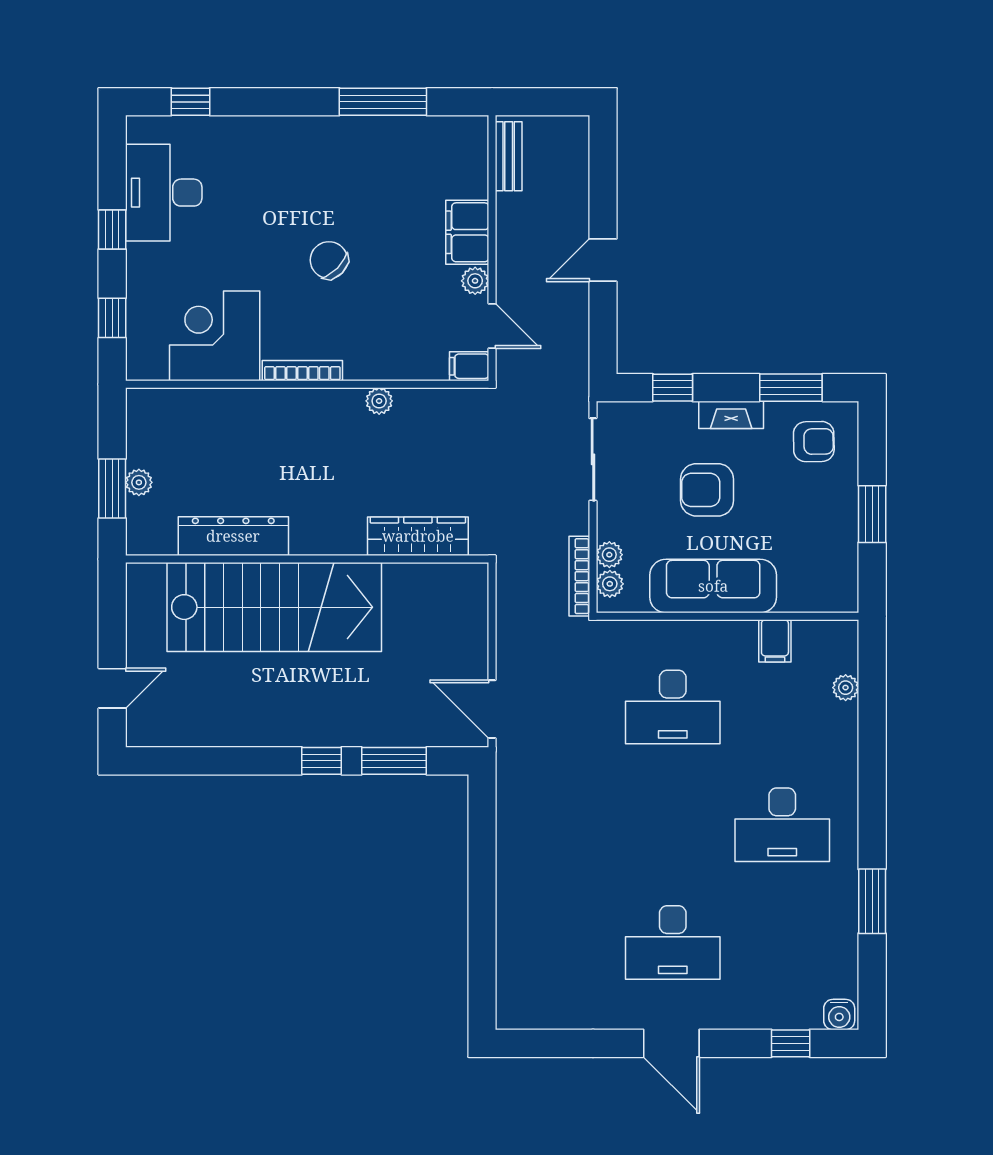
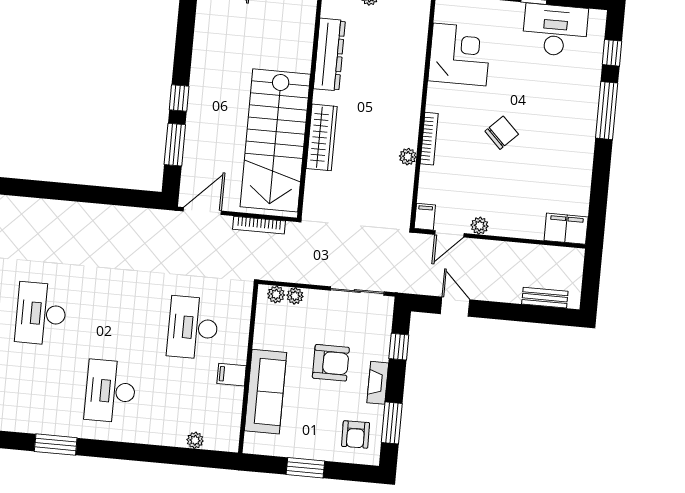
window: (383, 102) -> (607, 111), moved
bench: (509, 156) -> (545, 298), moved
filing cabinet: (467, 232) -> (566, 229), moved
door: (603, 260) -> (455, 307), moved
bookcase: (302, 371) -> (429, 139), moved
armchair: (707, 490) -> (331, 363), turned 90
wardrobe: (418, 536) -> (322, 137), moved
bookcase: (579, 576) -> (259, 225), moved, turned 180
sofa: (713, 586) -> (266, 392), moved
stairs: (274, 607) -> (275, 140), moved
filing cabinet: (775, 641) -> (232, 375), moved

